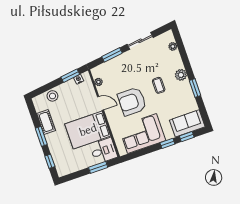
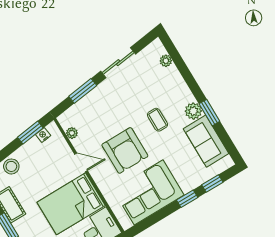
plant: (181, 75) -> (193, 111), moved
armchair: (132, 101) -> (125, 150), turned -90
sofa: (187, 123) -> (206, 141), moved, turned -90

